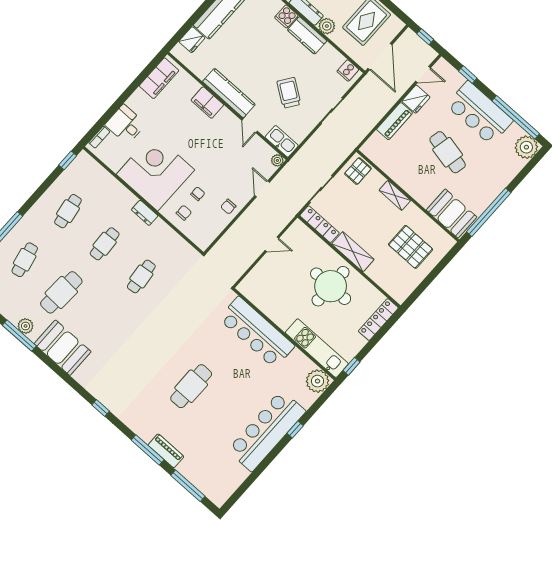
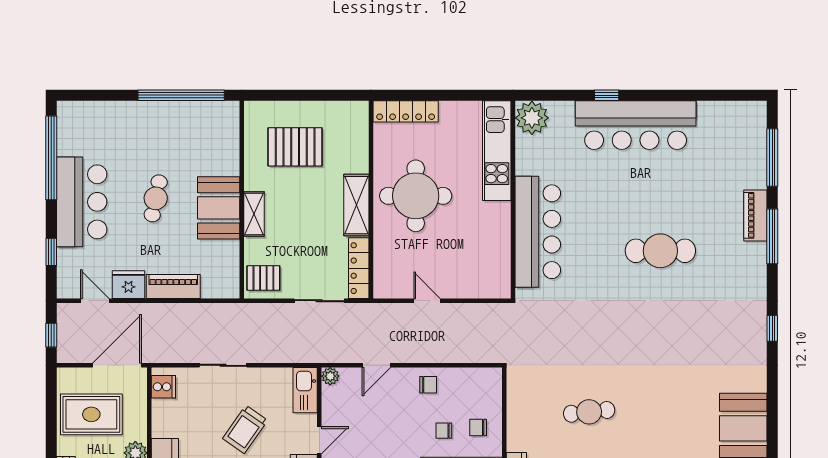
plant: (526, 147) -> (74, 117), removed
cafe table: (448, 152) -> (156, 198), width x0.73, depth x0.74
booth: (452, 213) -> (219, 208), moved
pallet: (411, 247) -> (295, 147), turned 90
window: (352, 366) -> (483, 95), removed

